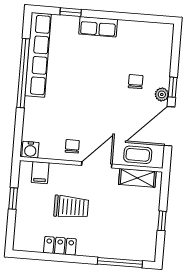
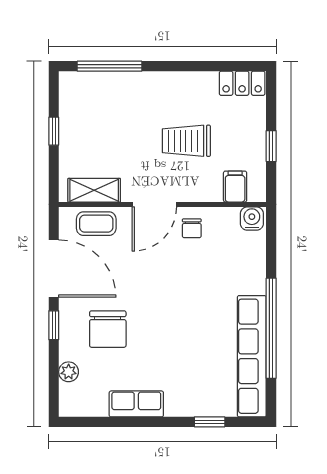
row of seats: (98, 27) -> (136, 404), moved
chair: (136, 82) -> (108, 329), width x1.87, depth x1.87
plant: (162, 94) -> (69, 372), moved
door: (169, 126) -> (54, 269), hinge flipped
locker: (60, 246) -> (242, 83), moved

